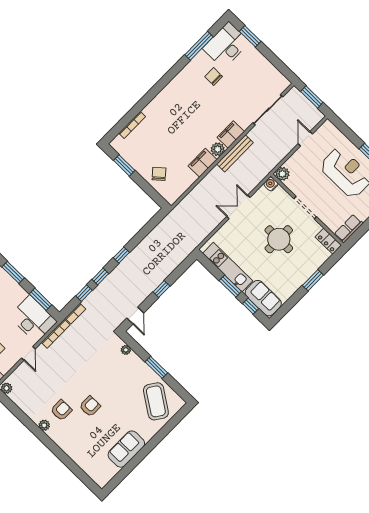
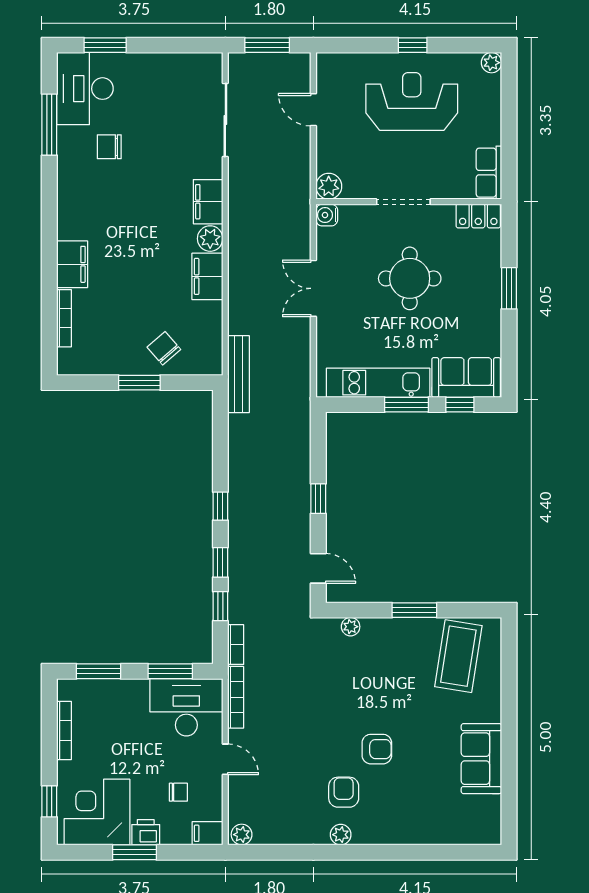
filing cabinet: (155, 107) -> (72, 264), added
bench: (235, 153) -> (239, 374), moved
window: (124, 165) -> (139, 383), moved
coffee table: (156, 401) -> (458, 656), turned 65
armchair: (90, 406) -> (377, 749), turned 90

